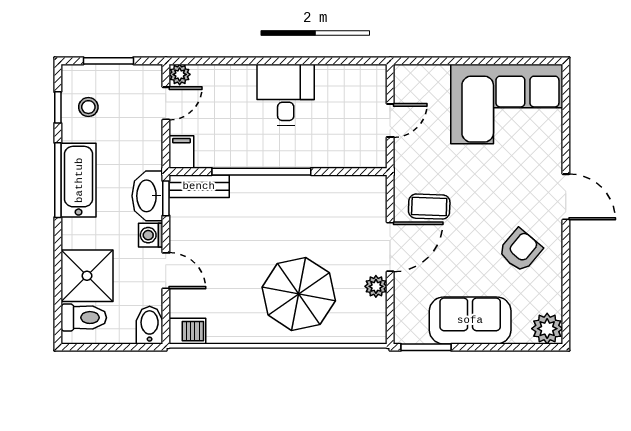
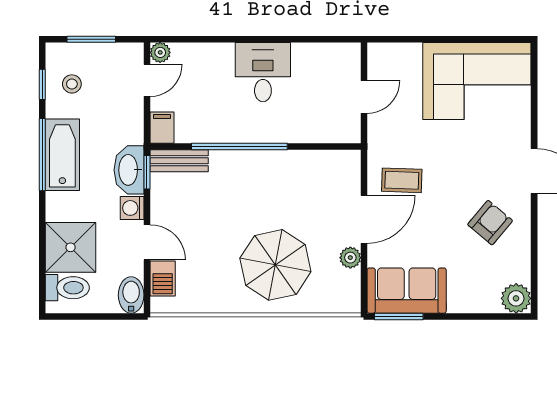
sofa: (470, 320) -> (407, 291), moved
barbecue: (187, 331) -> (163, 279), moved, turned 90

